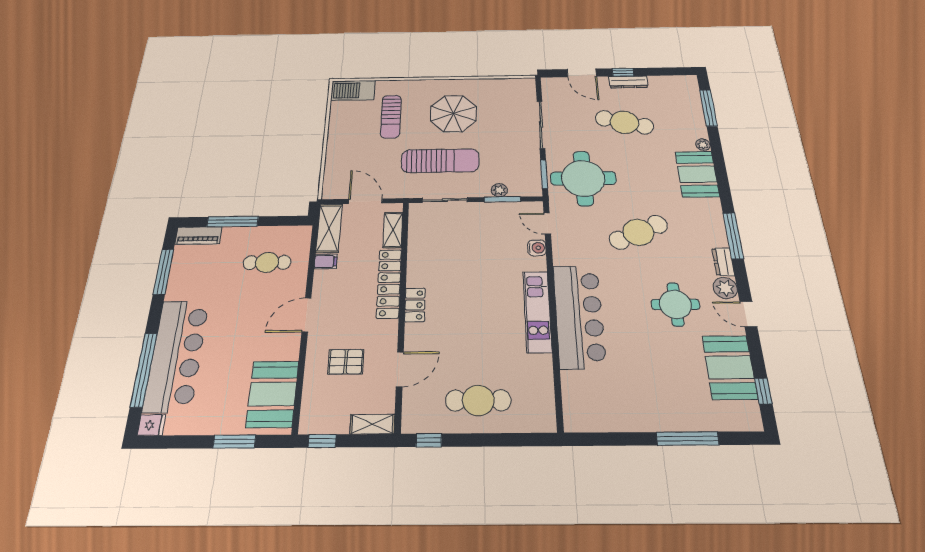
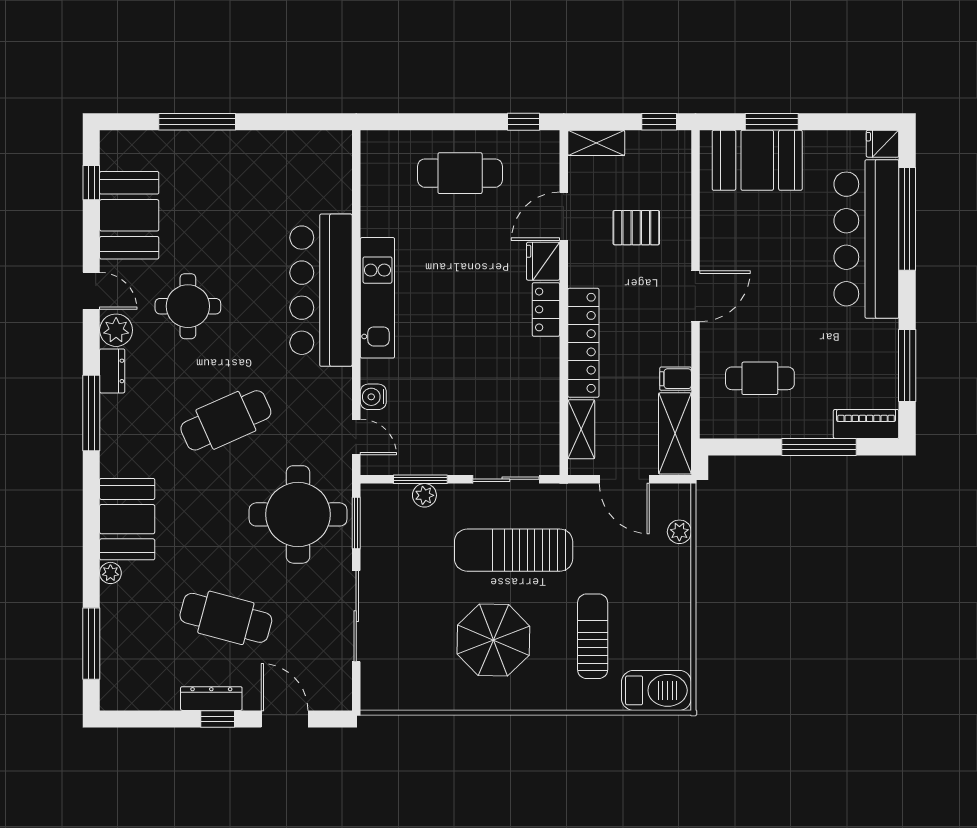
plant: (331, 172) -> (679, 532), added
fridge: (416, 338) -> (543, 261), added
booth: (273, 394) -> (757, 160), moved, turned 90

